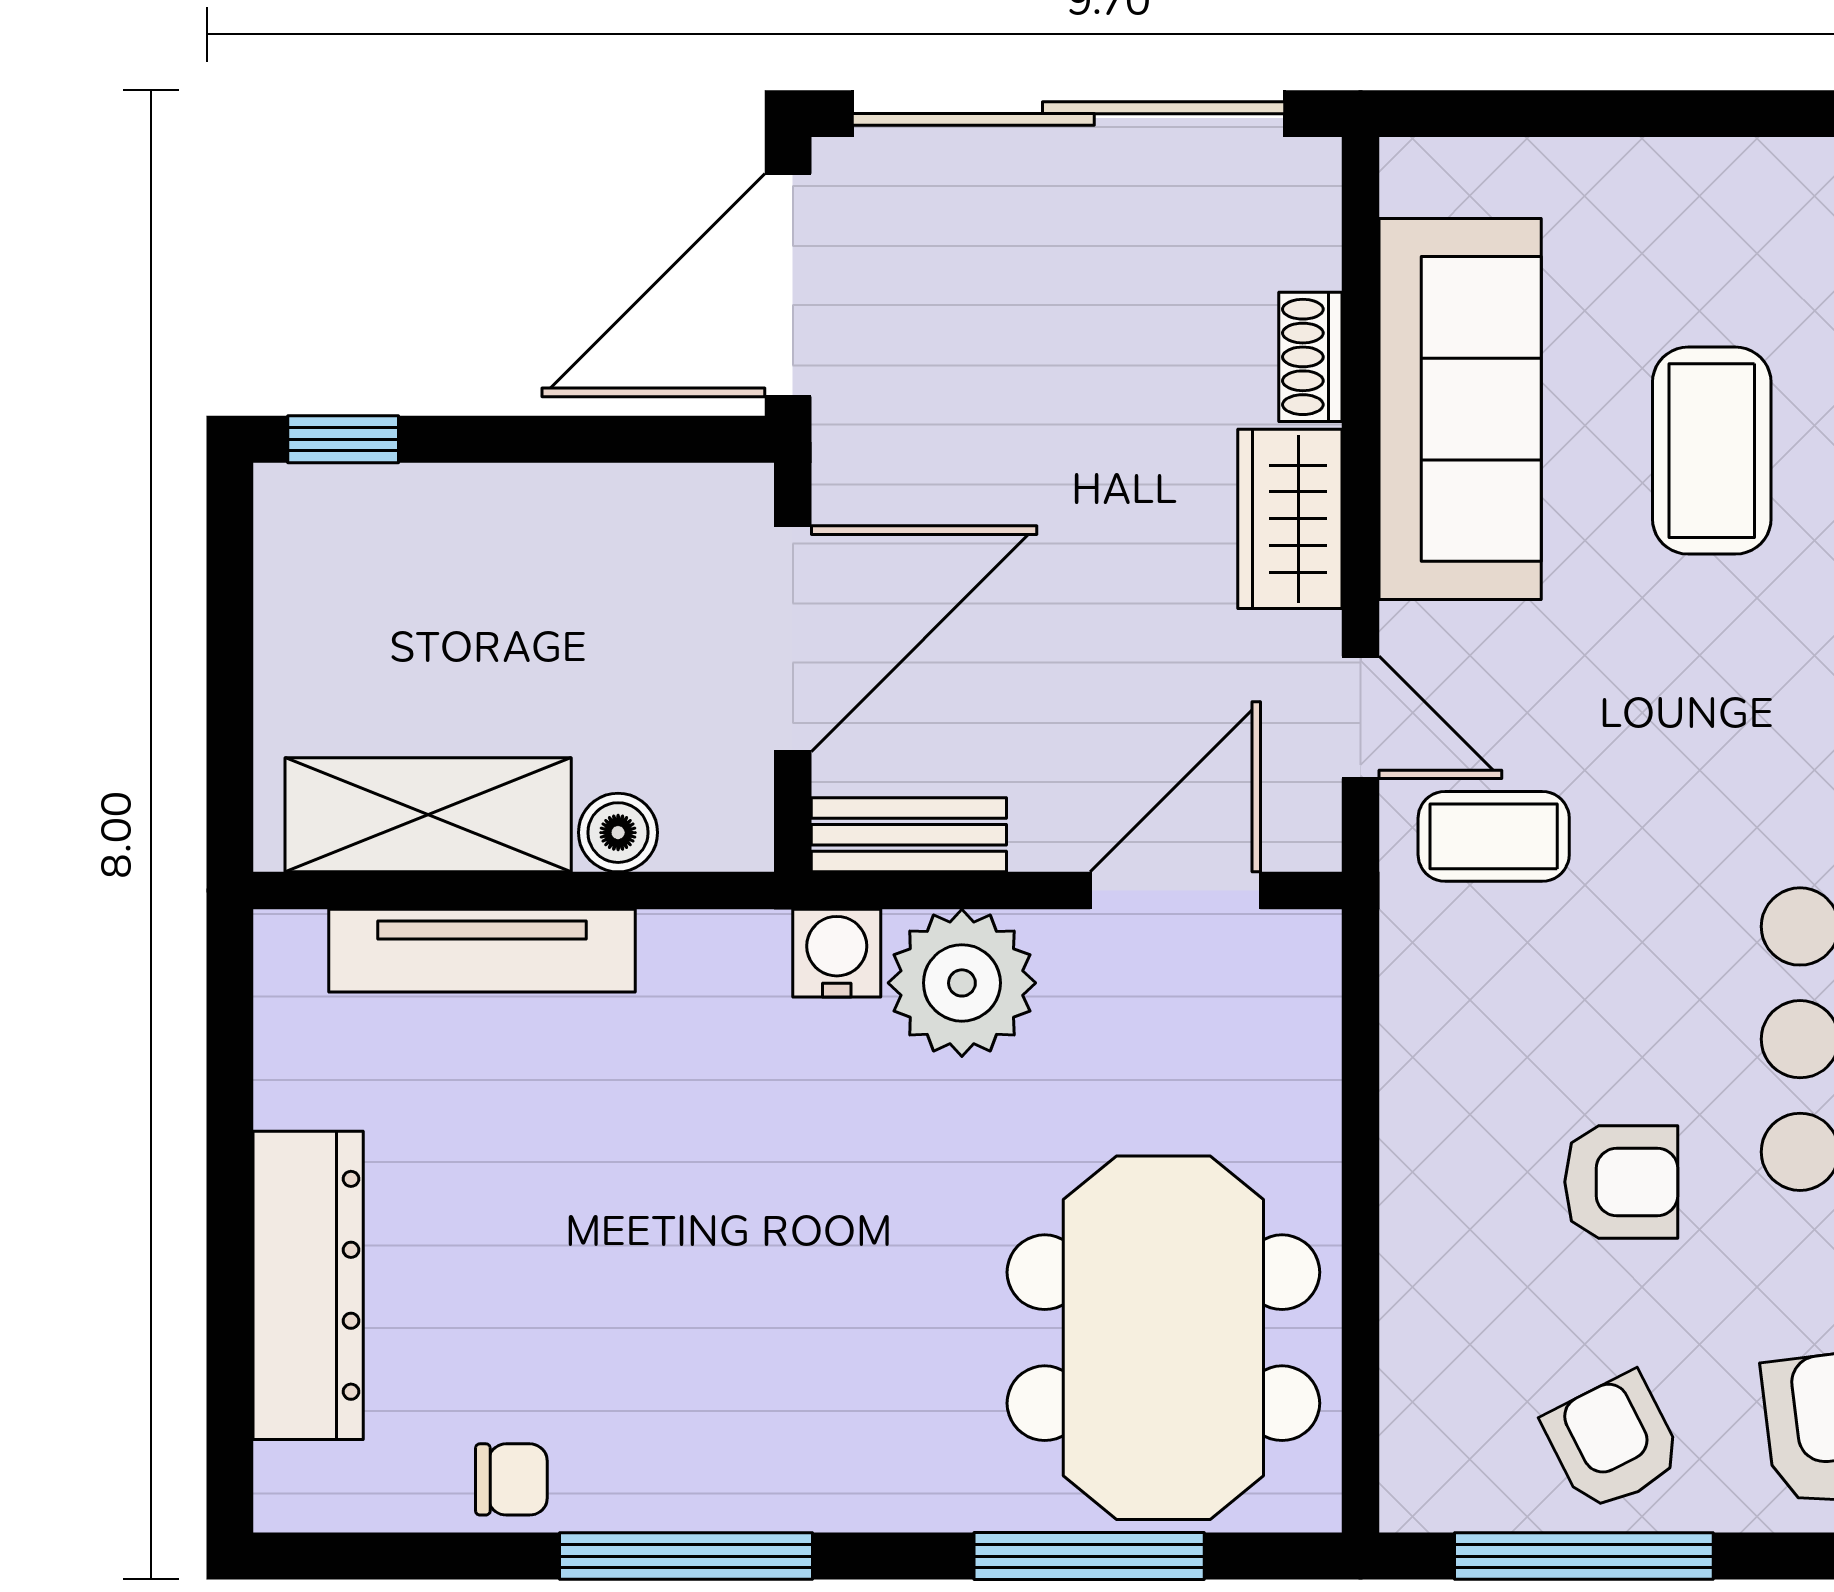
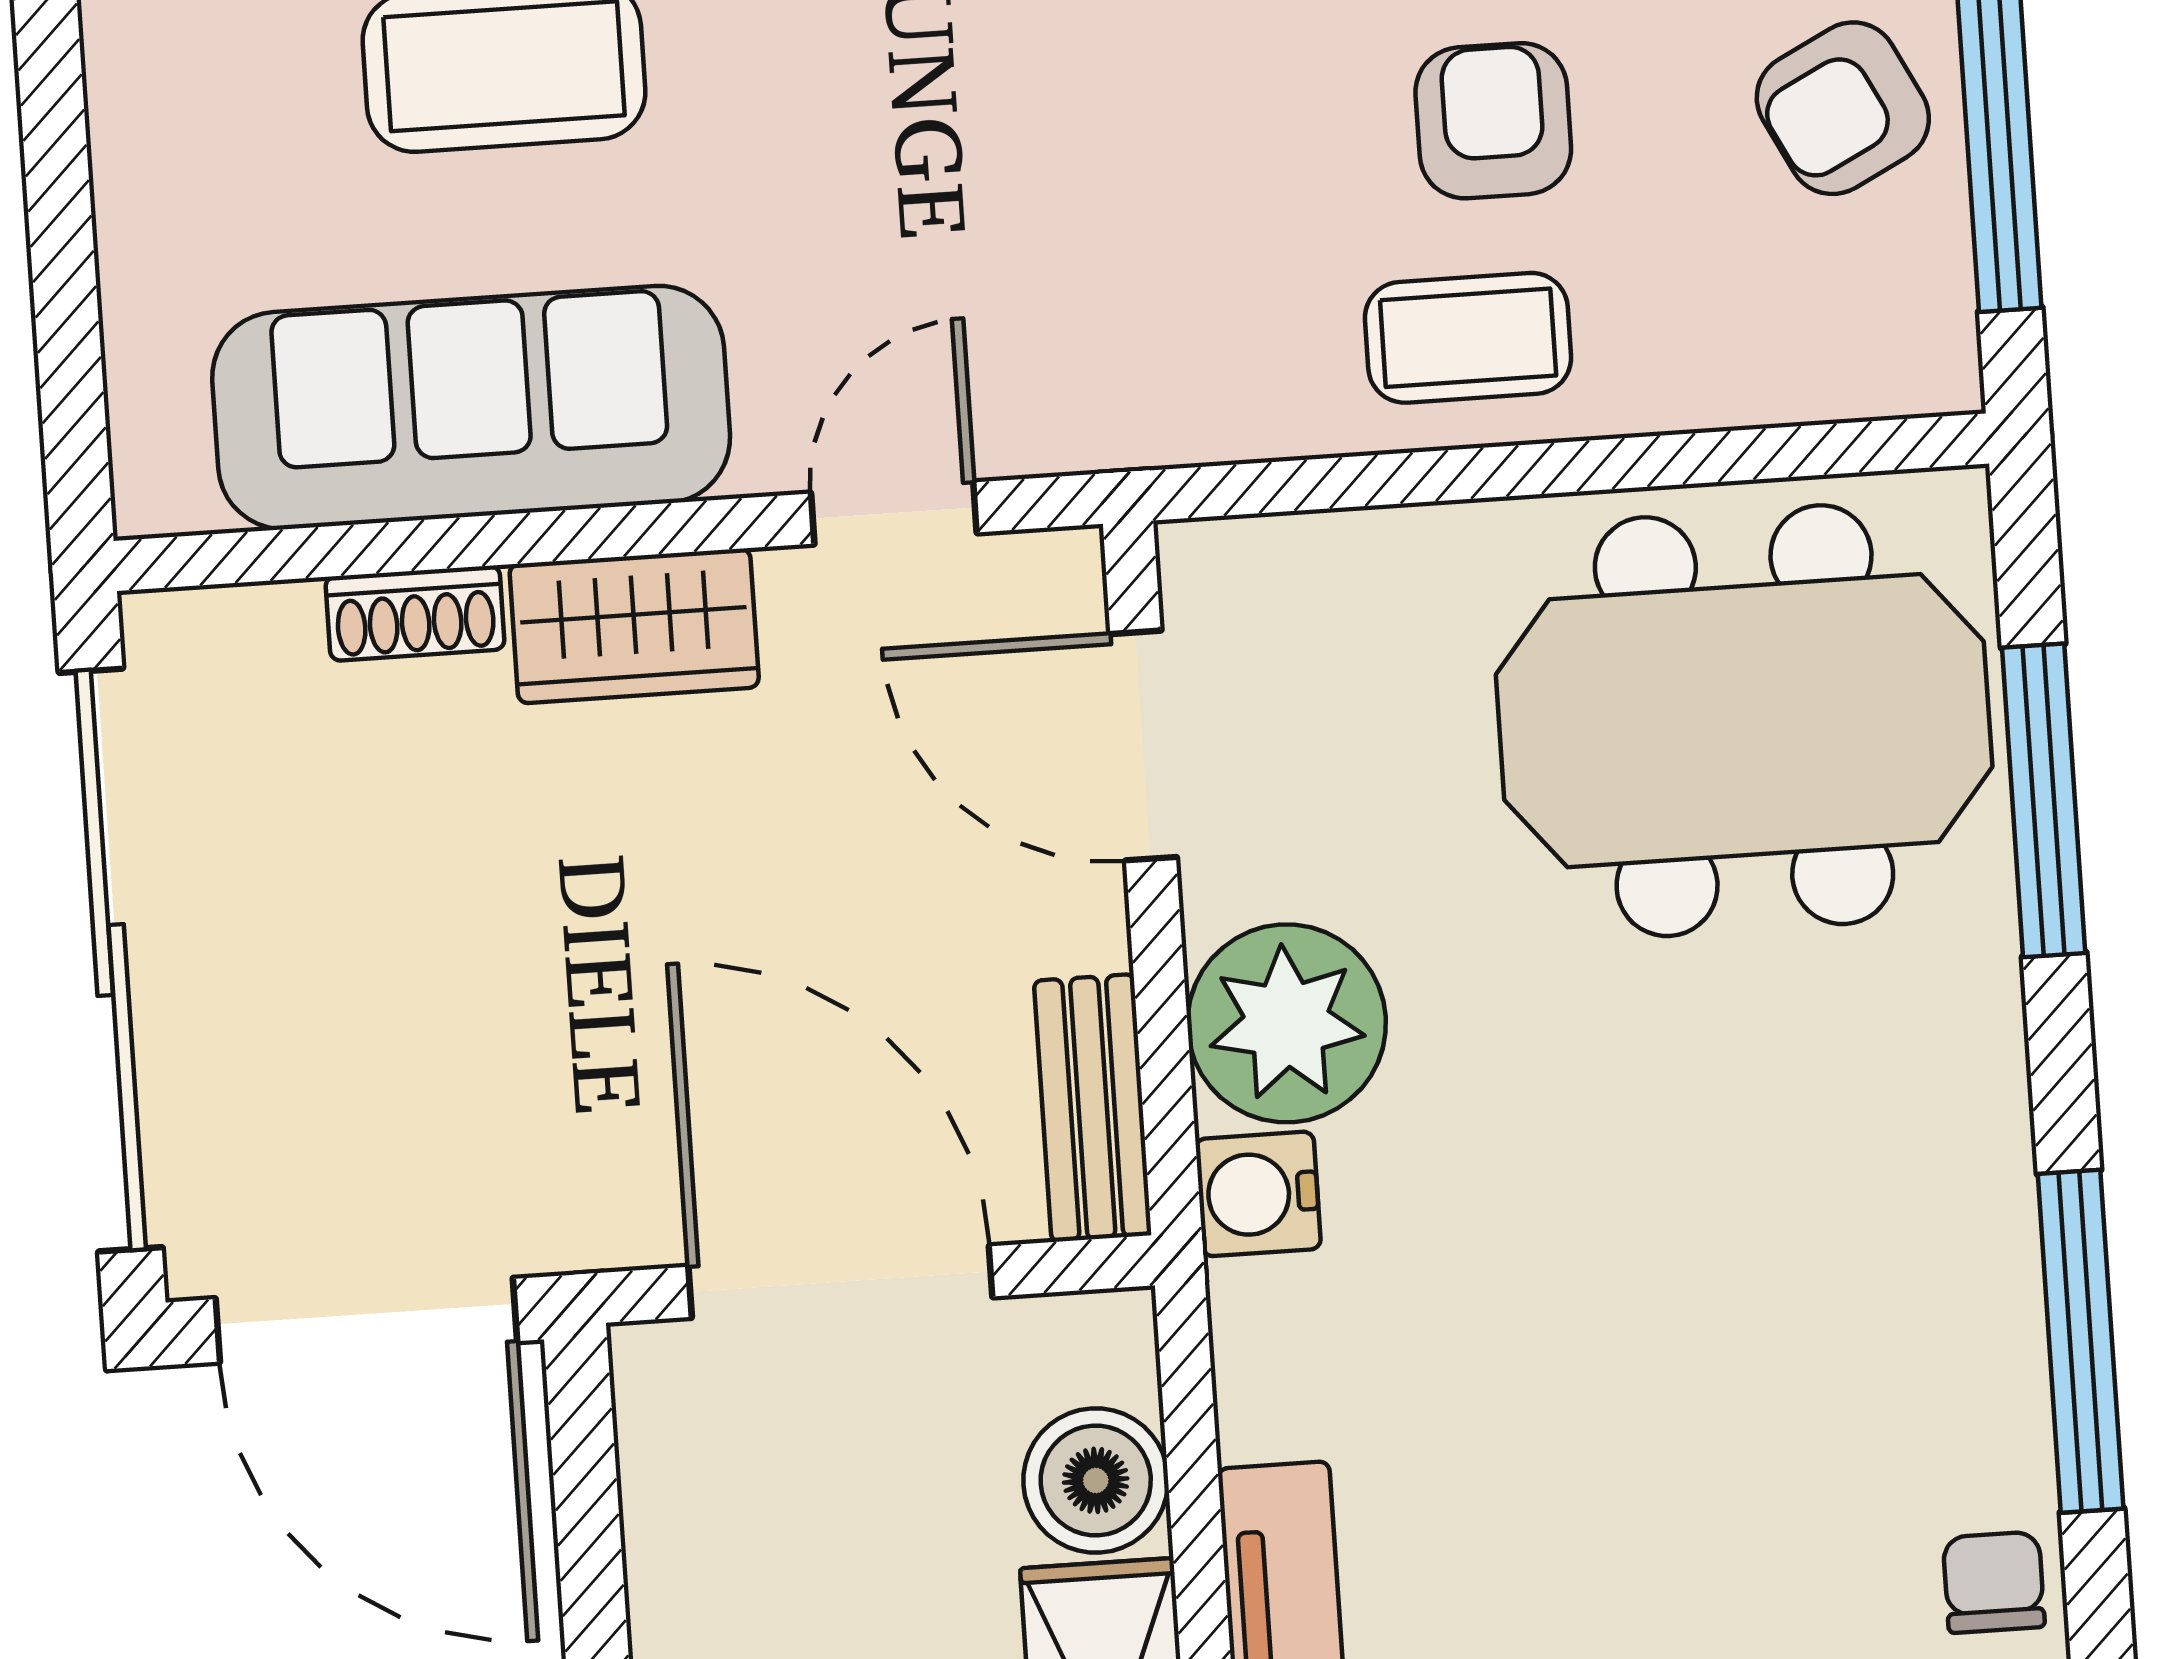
boiler: (618, 833) -> (1096, 1480), width x1.36, depth x1.36
coffee table: (1494, 836) -> (1468, 338), moved, turned 90

